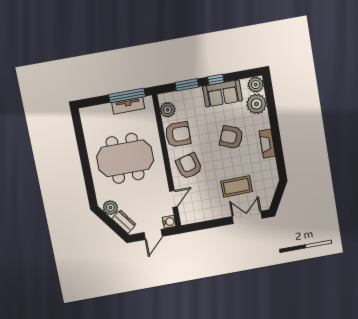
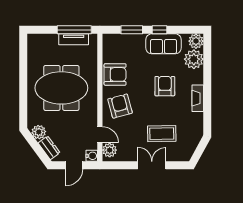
plant: (168, 110) -> (110, 150), moved
armchair: (231, 137) -> (165, 86), turned 68
door: (174, 199) -> (100, 135), hinge flipped
double door: (247, 217) -> (152, 165), moved

